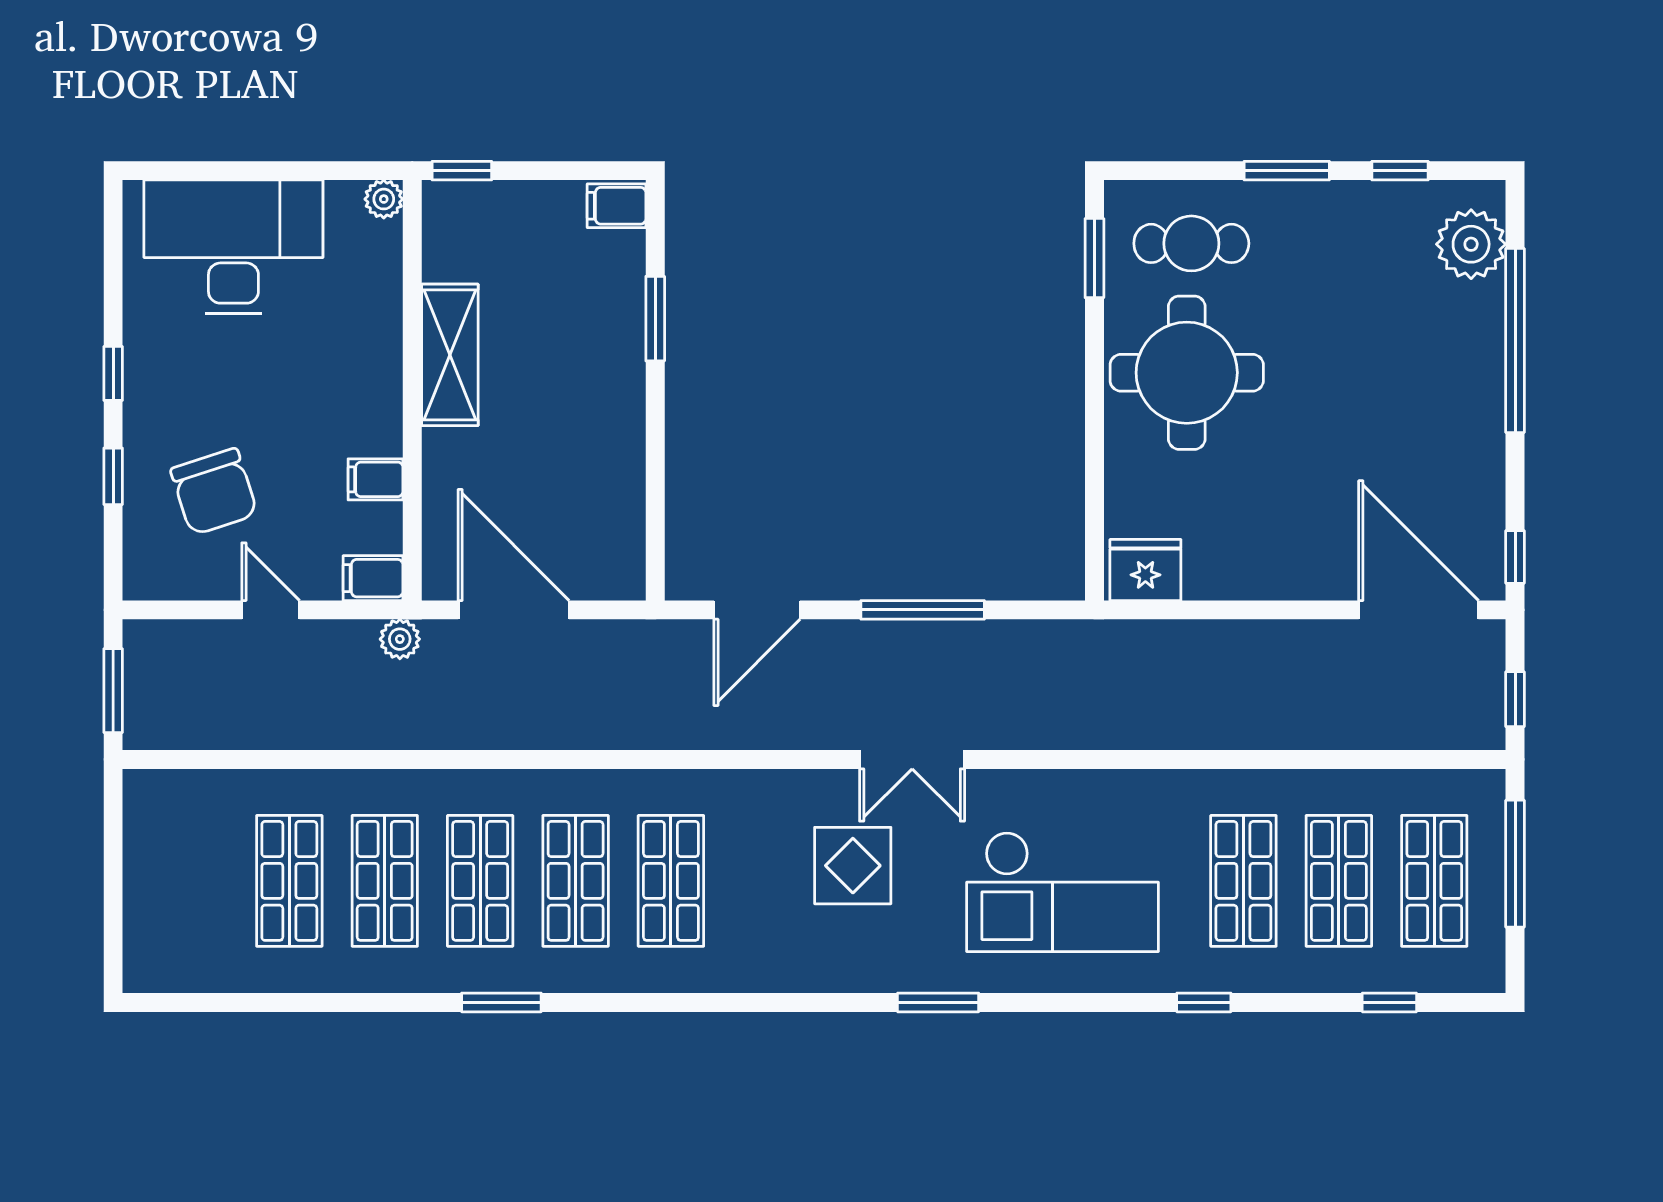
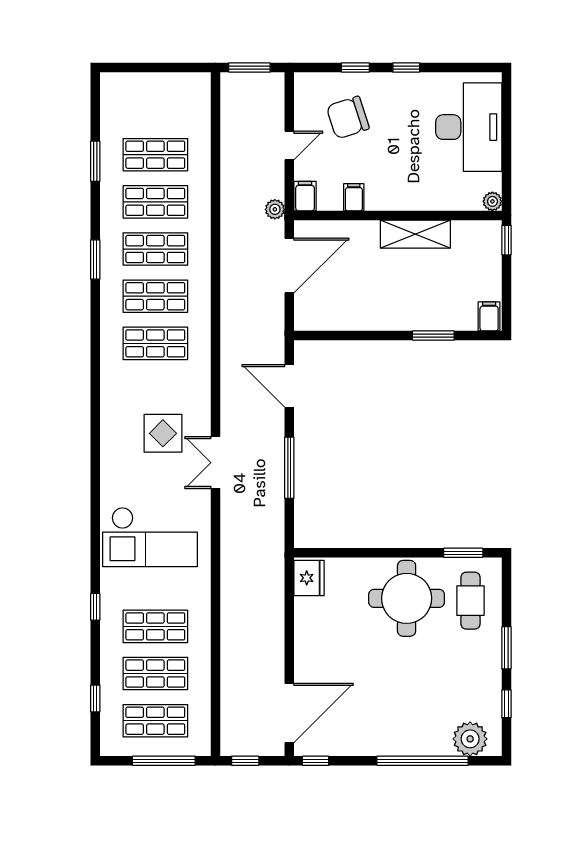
checkout: (1063, 892) -> (150, 537), turned -90
window: (938, 1002) -> (95, 161), moved

